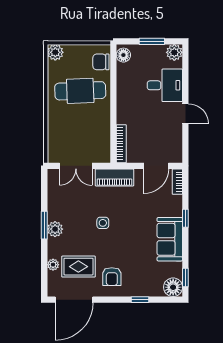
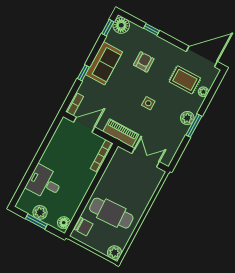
plant: (174, 52) -> (40, 212), moved
door: (185, 114) -> (41, 152), removed
armchair: (112, 277) -> (144, 62), moved

